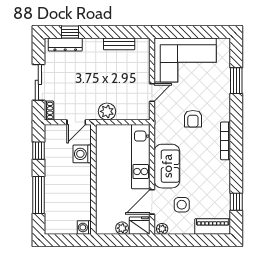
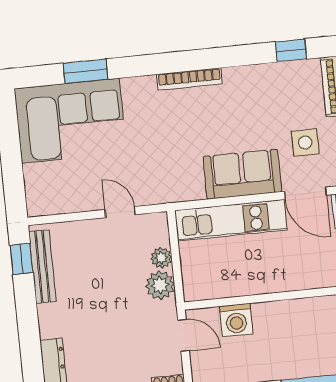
window: (70, 32) -> (21, 259), moved
bench: (119, 44) -> (42, 267), width x1.36
corner sofa: (185, 60) -> (70, 121), moved, turned 90
plant: (123, 114) -> (161, 258), added
armchair: (193, 119) -> (157, 138), removed

